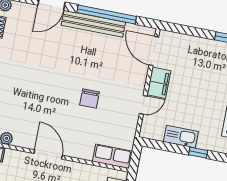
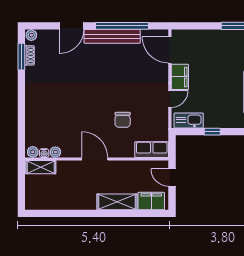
chair: (90, 98) -> (123, 120), moved
kitchen sink: (181, 137) -> (189, 120), moved
window: (198, 153) -> (212, 132), moved

